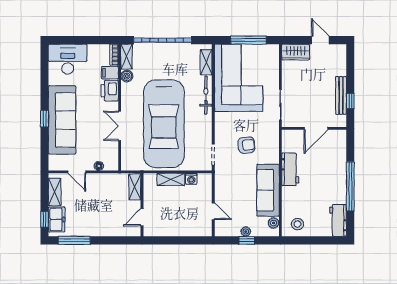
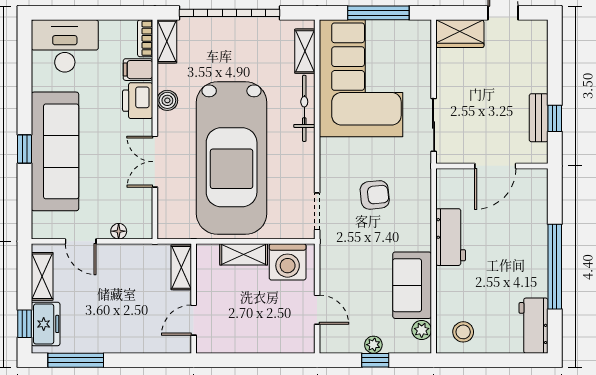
boiler: (127, 76) -> (167, 100), moved
bench: (341, 95) -> (539, 118), width x0.73
washing machine: (191, 179) -> (288, 262), width x1.89, depth x1.89
sofa: (268, 190) -> (412, 285), width x0.73

